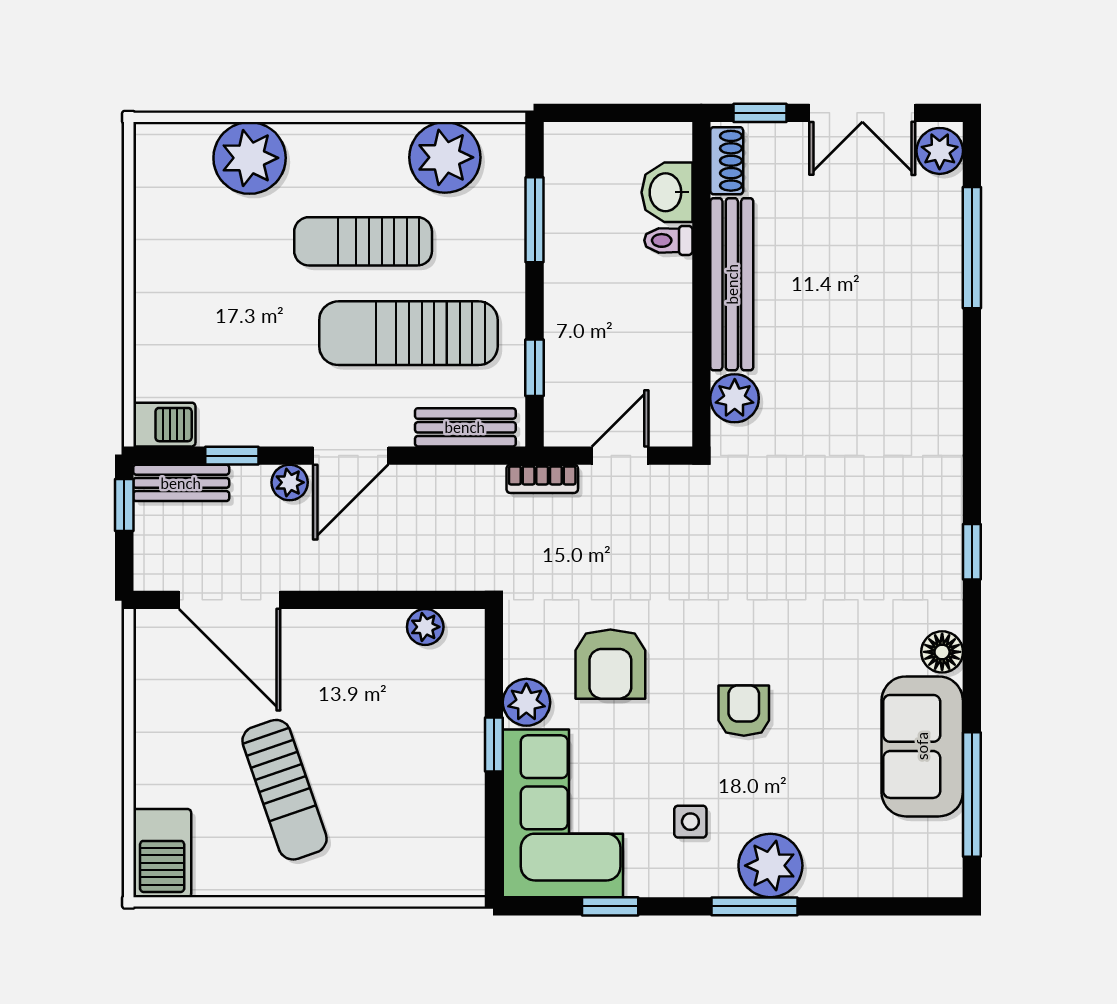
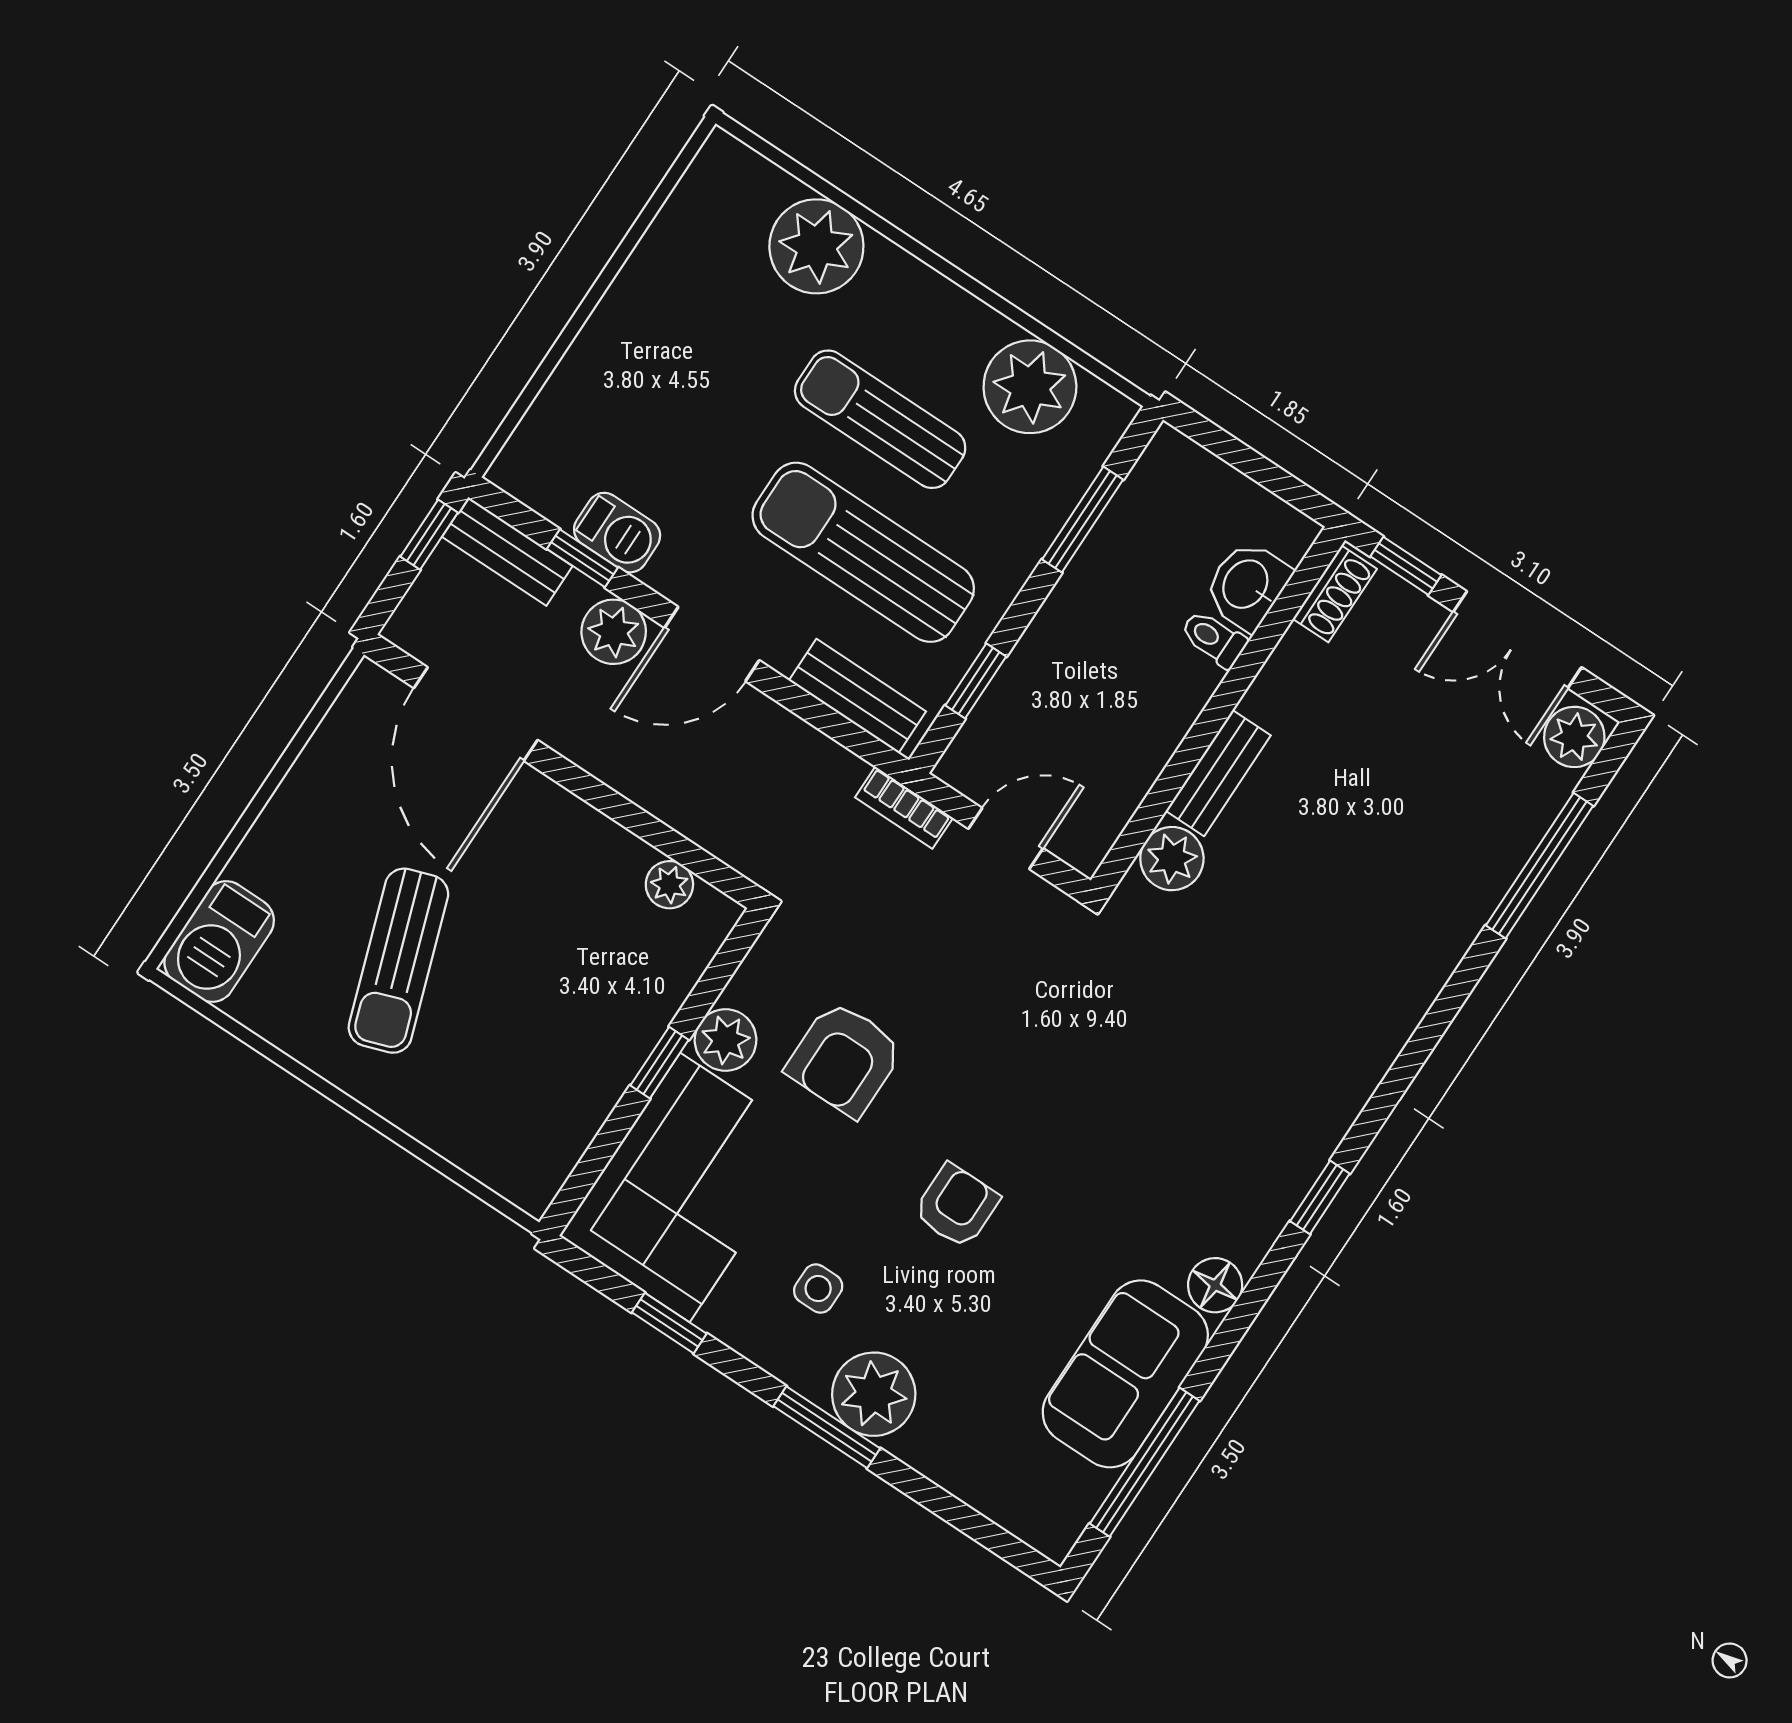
bench: (732, 284) -> (1218, 773), width x0.54, depth x0.82
barbecue: (164, 425) -> (617, 533), moved
plant: (290, 482) -> (614, 632), width x1.38, depth x1.38

